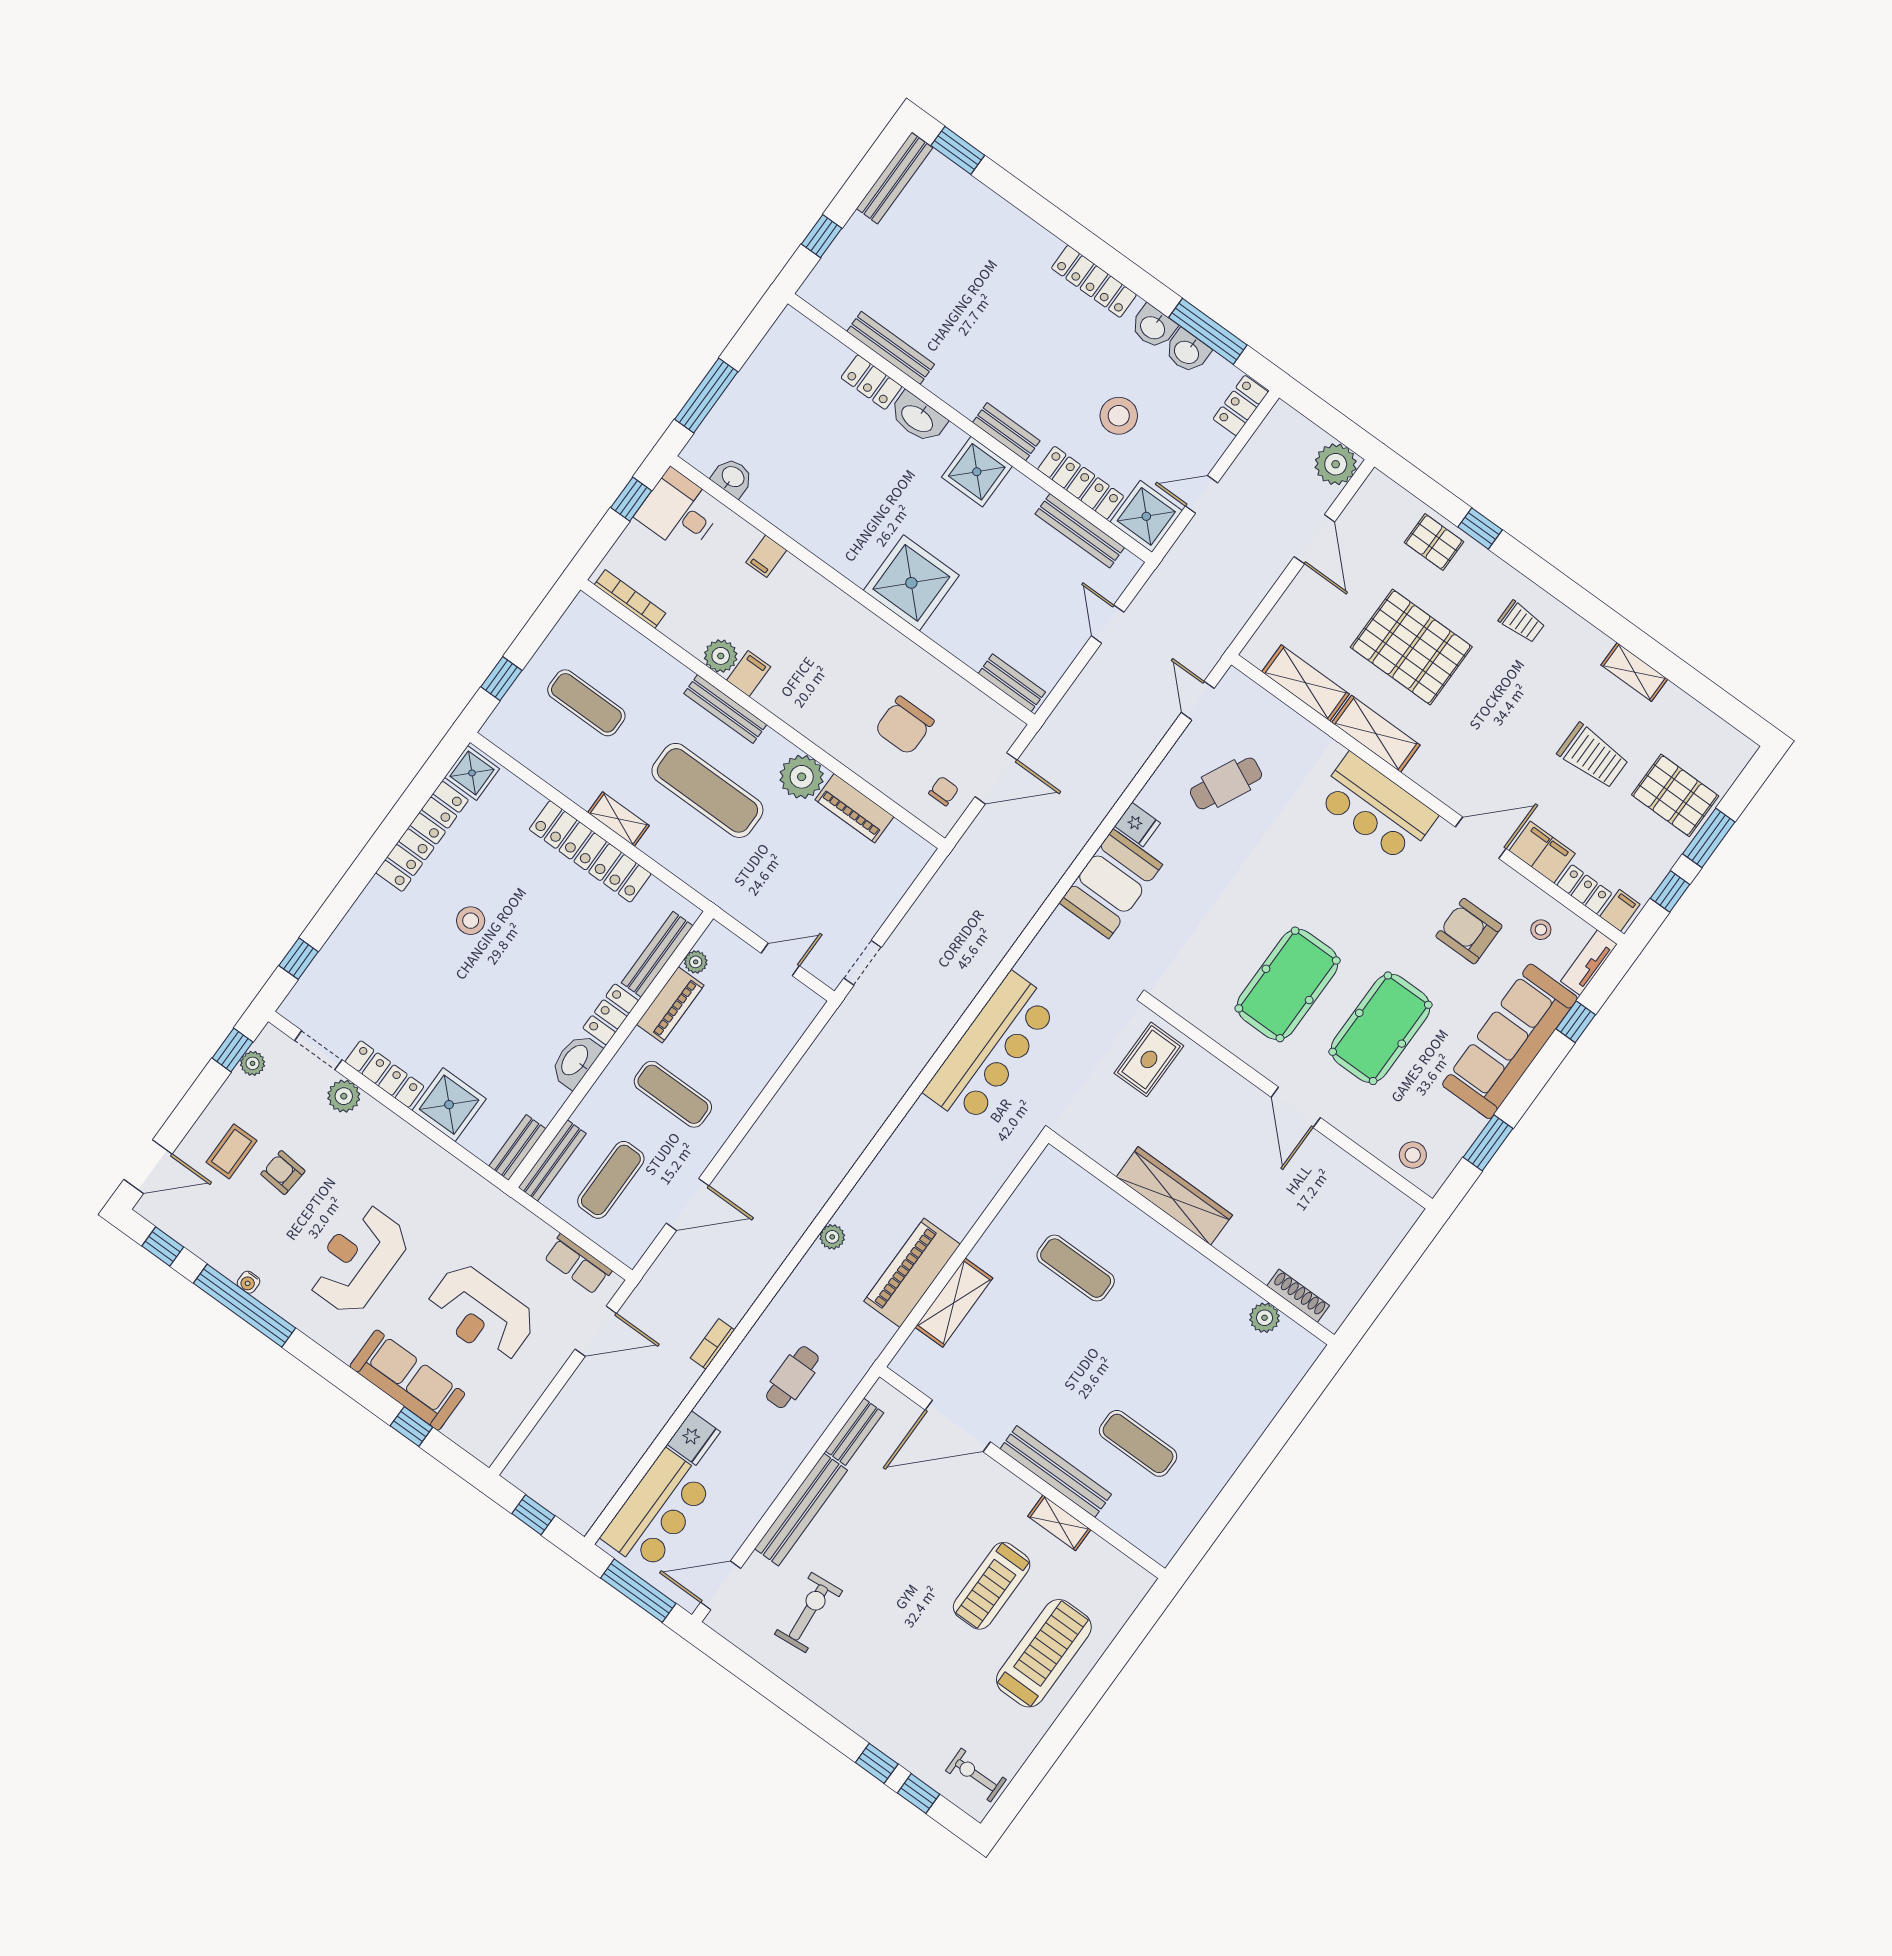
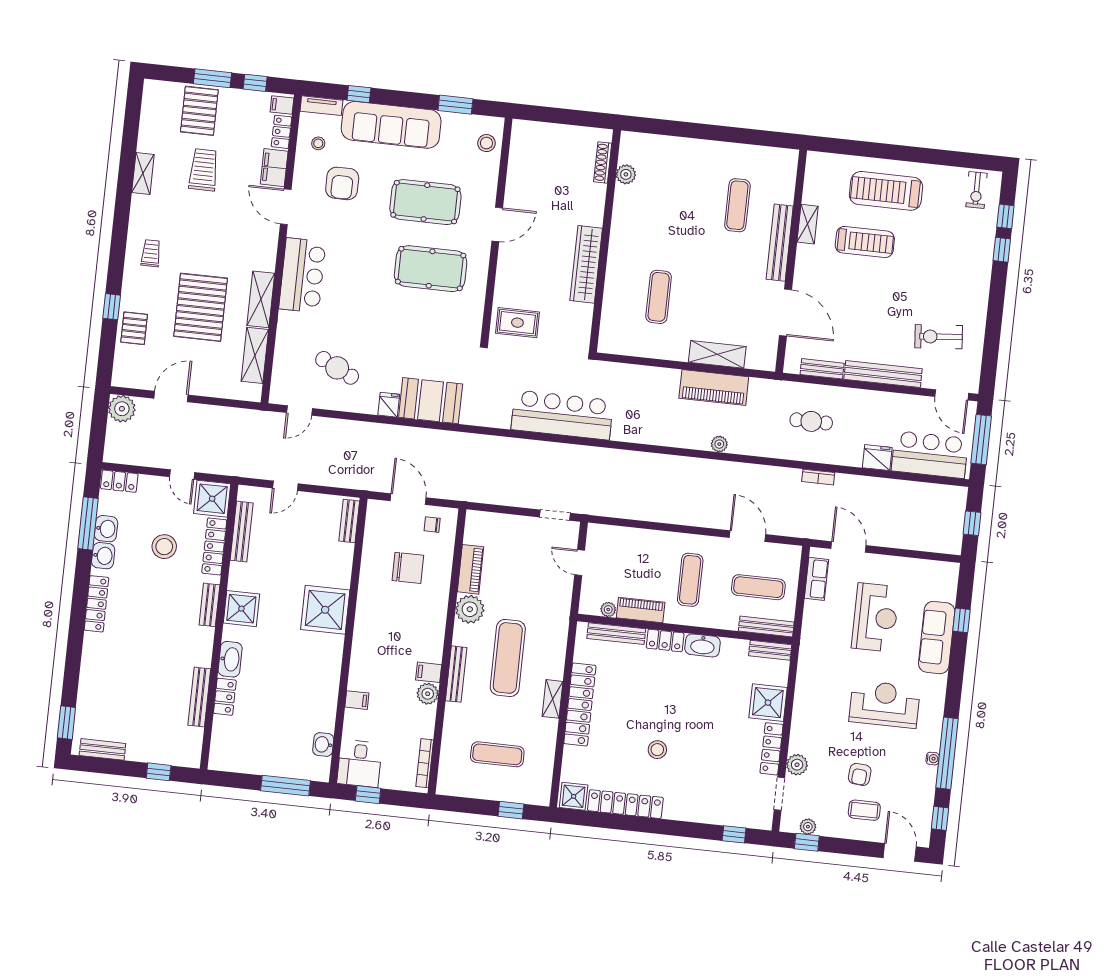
bench: (894, 178) -> (102, 749), width x0.73
exercise mat: (586, 703) -> (497, 754), turned 90
reception desk: (358, 1260) -> (885, 704), turned 180

